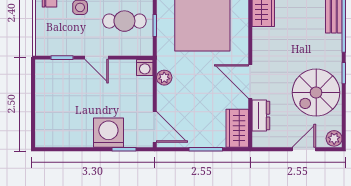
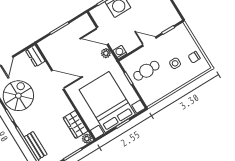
dresser: (261, 116) -> (35, 56), moved
door: (155, 127) -> (102, 36), moved
wardrobe: (237, 128) -> (49, 50), removed

